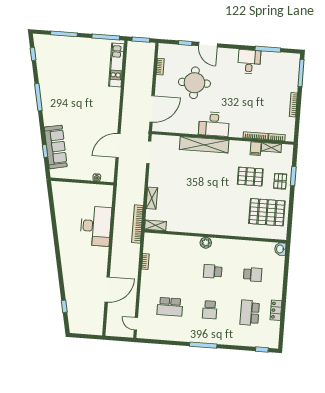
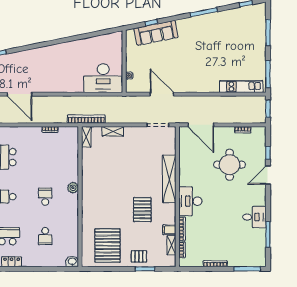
desk: (214, 124) -> (190, 201), moved
pallet: (250, 177) -> (142, 210), moved
desk: (96, 226) -> (103, 78), moved

